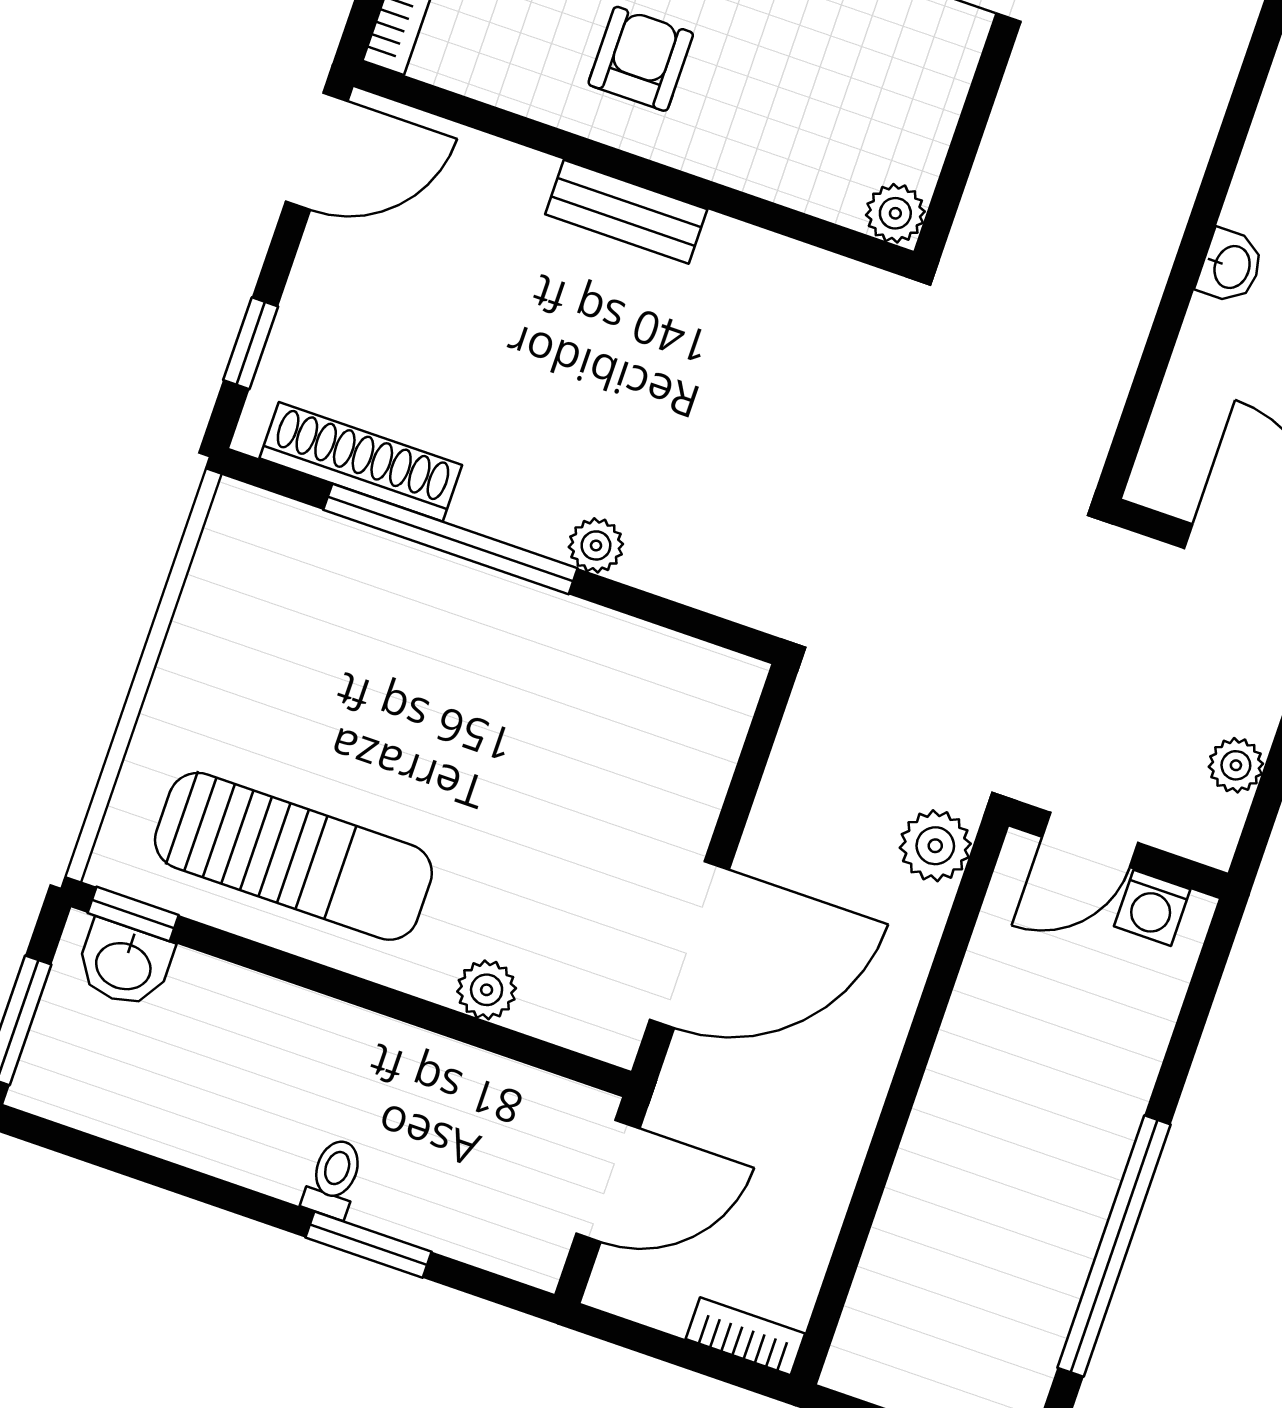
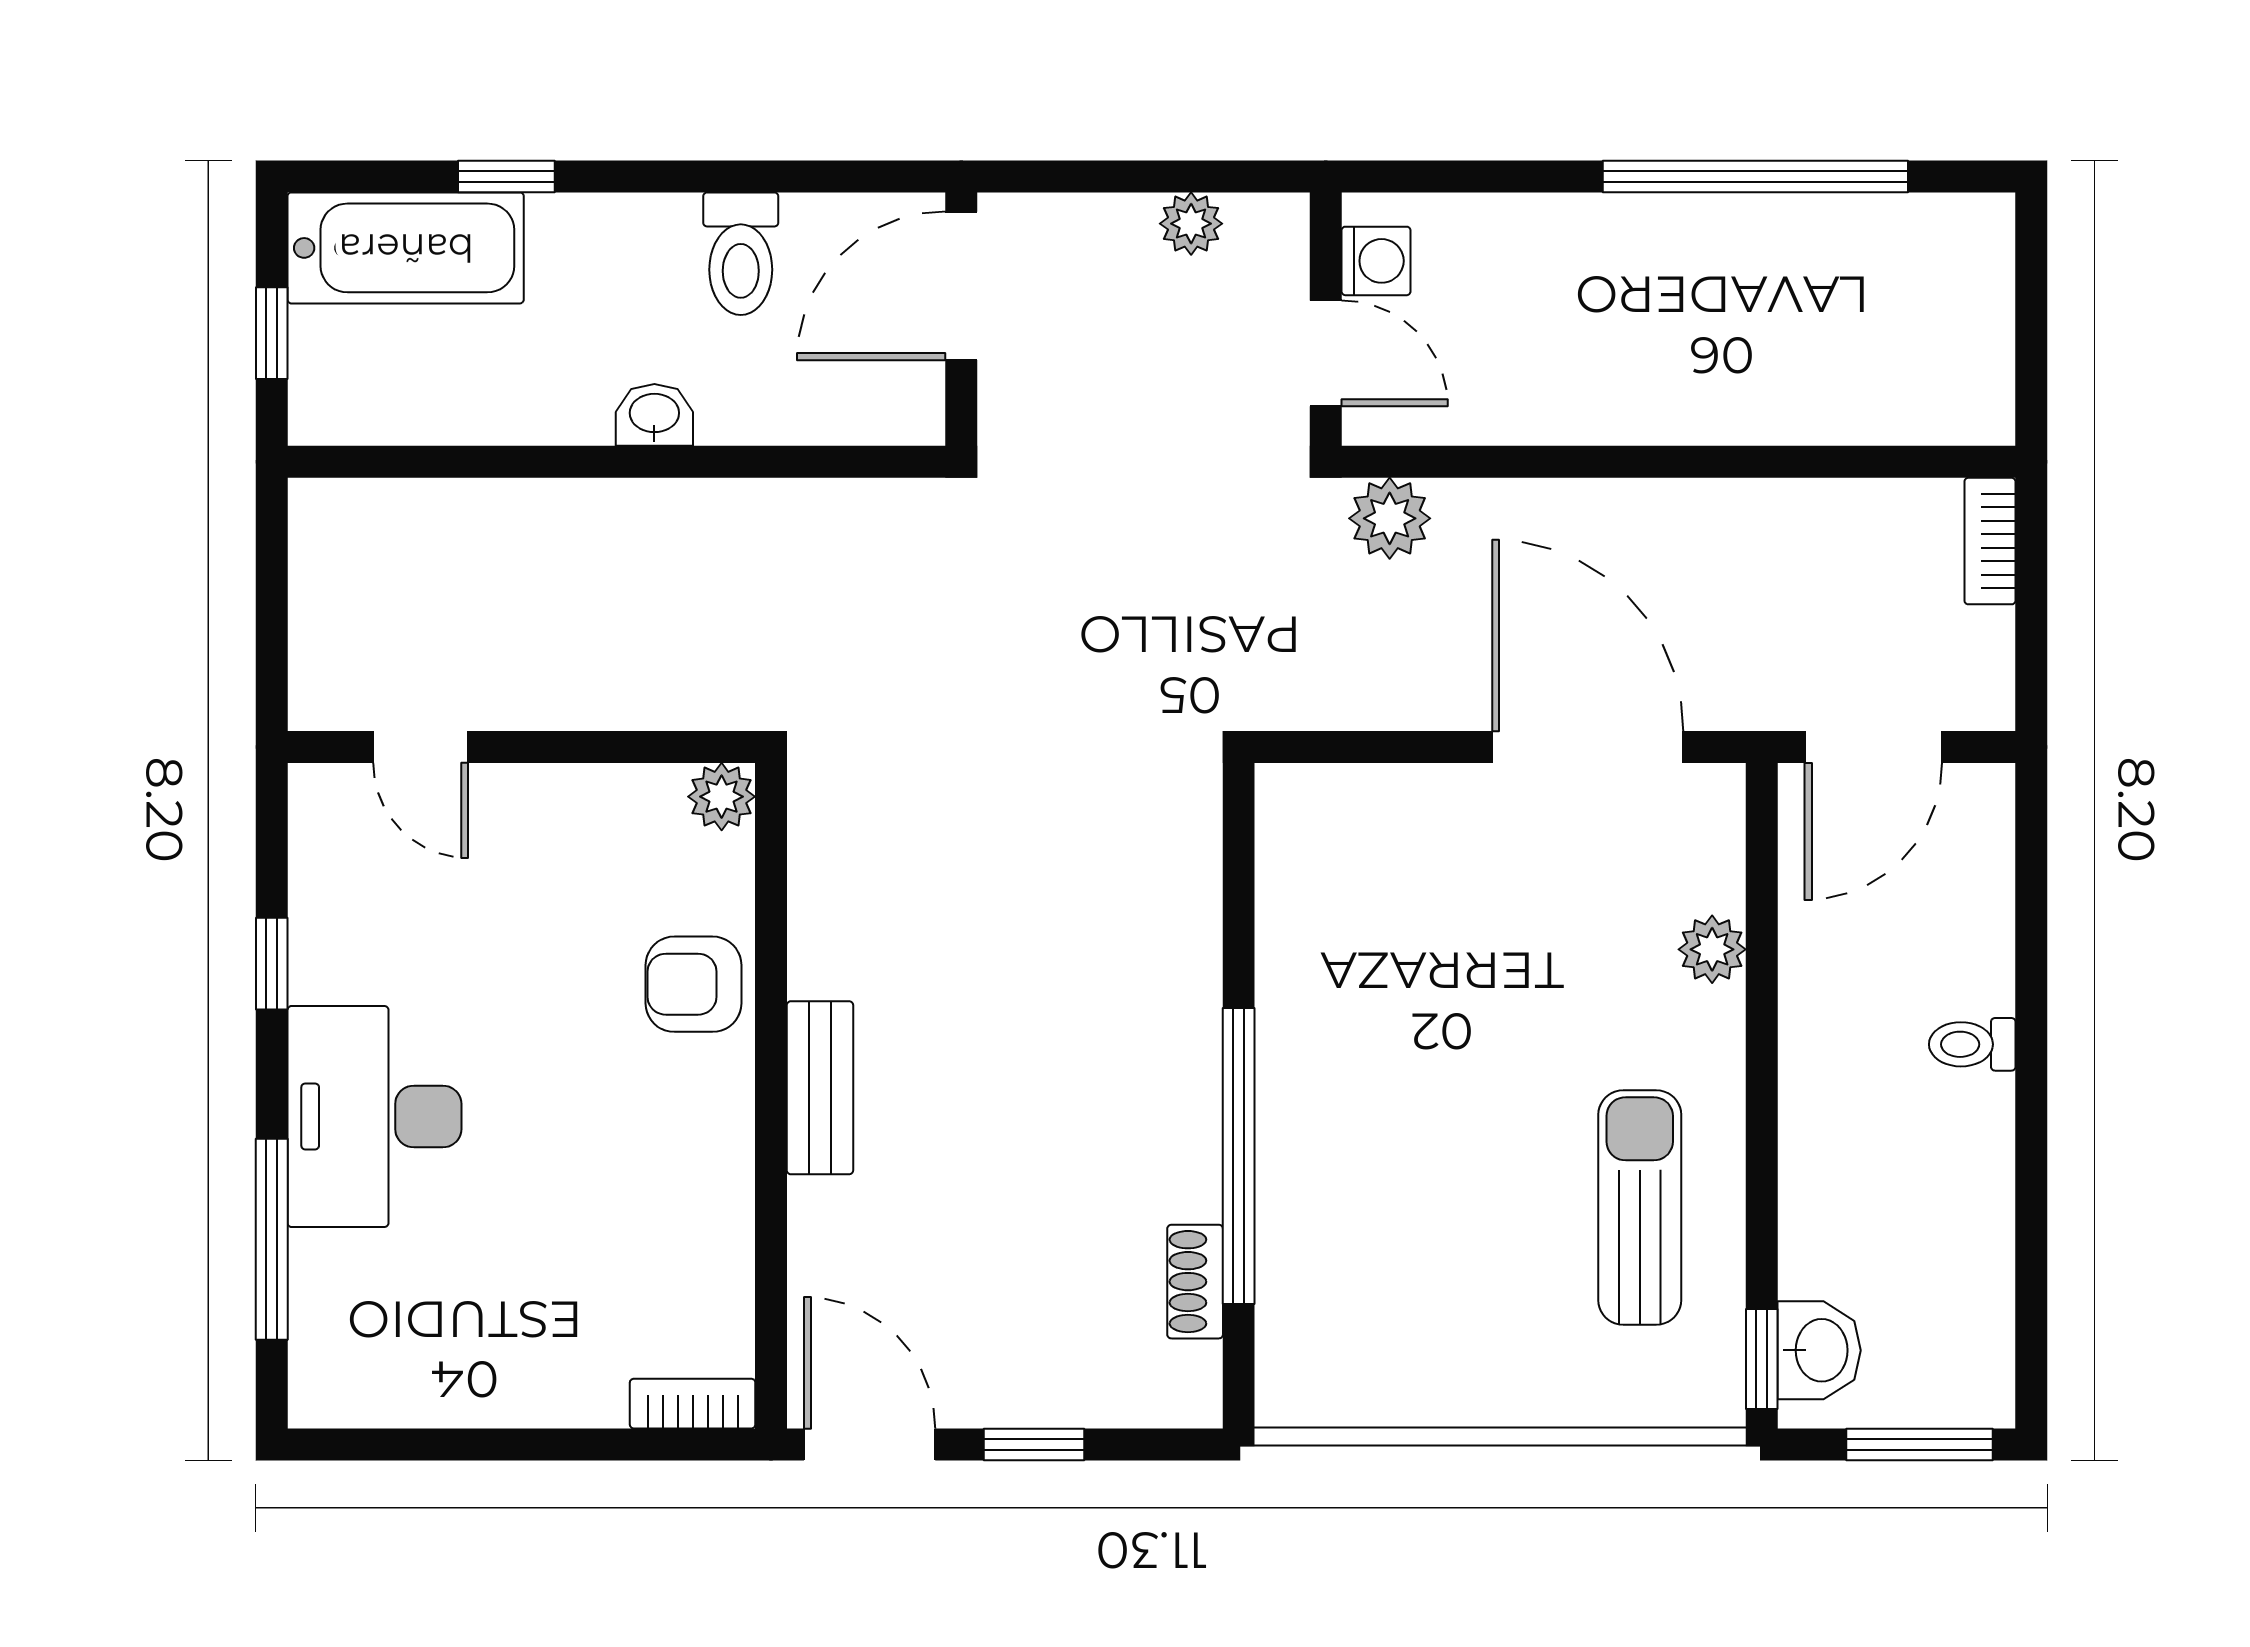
armchair: (641, 59) -> (693, 984), moved
window: (251, 343) -> (1034, 1444), moved
shoe rack: (361, 462) -> (1195, 1282), width x0.51, depth x0.81
plant: (596, 545) -> (1192, 996), removed
sun lounger: (293, 856) -> (1640, 1207), width x0.73, depth x0.75
door: (608, 1181) -> (1873, 747), swing flipped
window: (369, 1245) -> (2031, 982), removed

